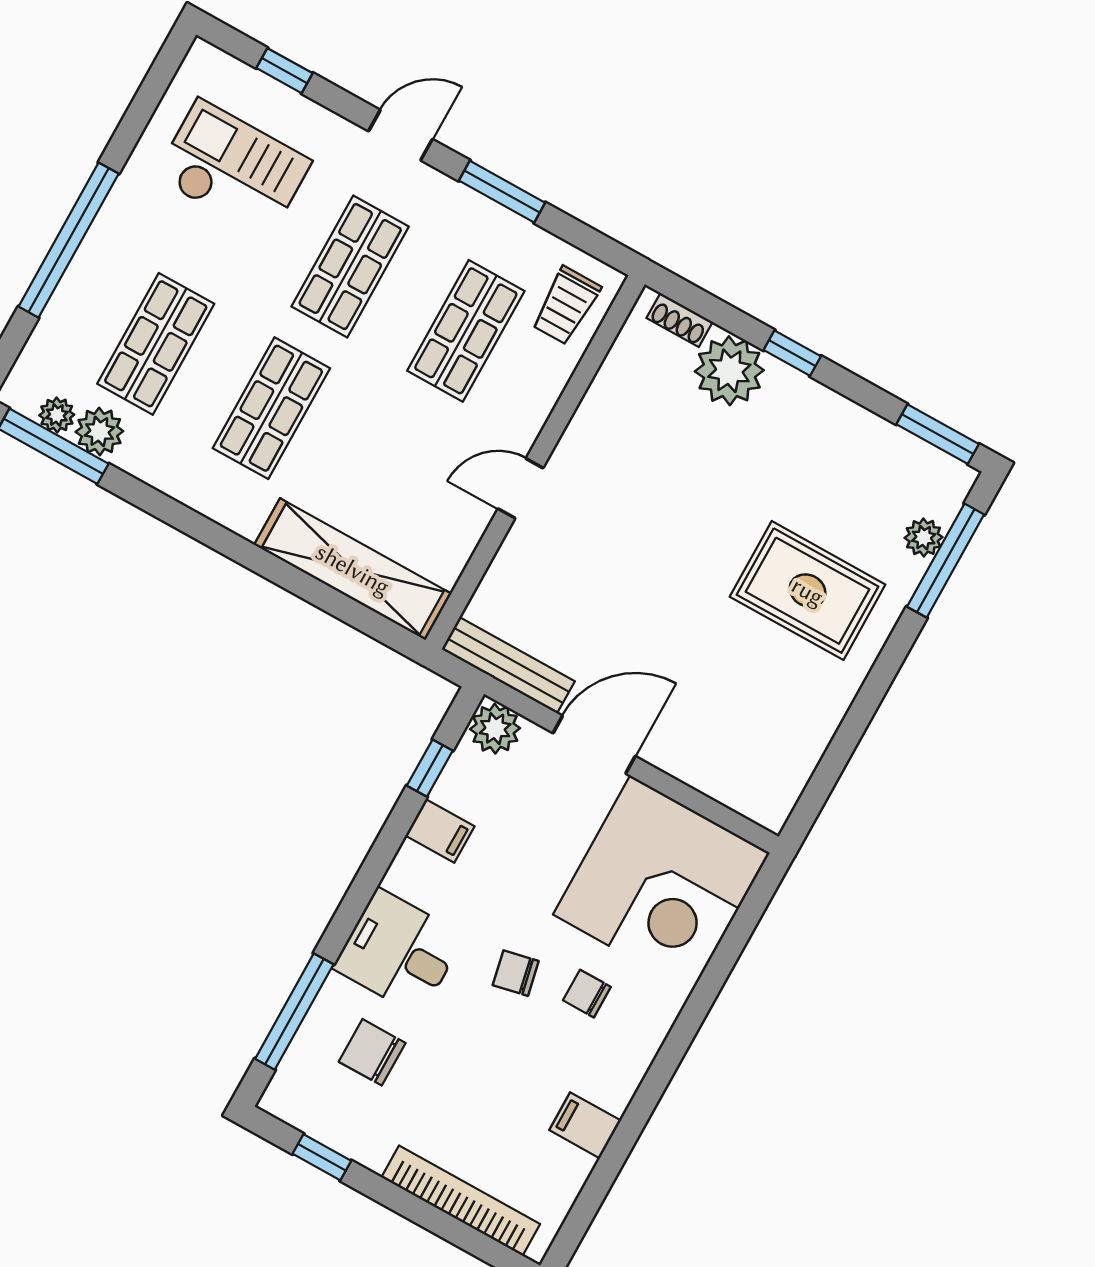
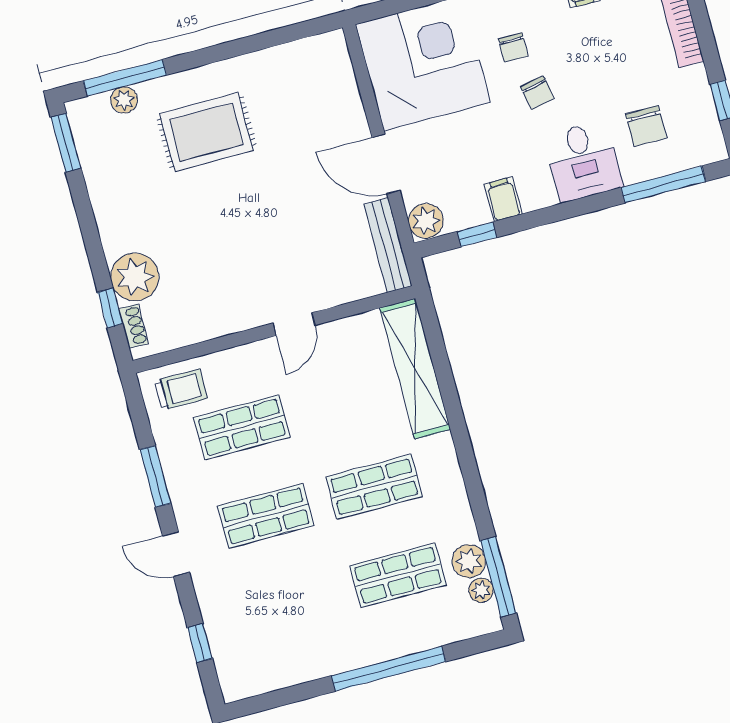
checkout: (233, 169) -> (274, 621), removed
window: (792, 353) -> (110, 308), moved
door: (520, 488) -> (294, 324), hinge flipped
rug: (808, 591) -> (206, 132), turned 90

